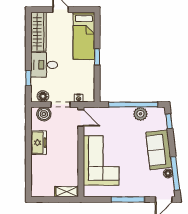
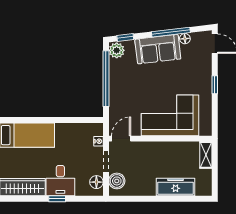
window: (97, 57) -> (51, 120), removed
window: (28, 78) -> (57, 199), moved
plant: (140, 114) -> (117, 50), moved
freezer: (39, 143) -> (176, 187), moved, width x1.40
window: (175, 173) -> (171, 32), moved
window: (128, 199) -> (215, 85), width x0.46

